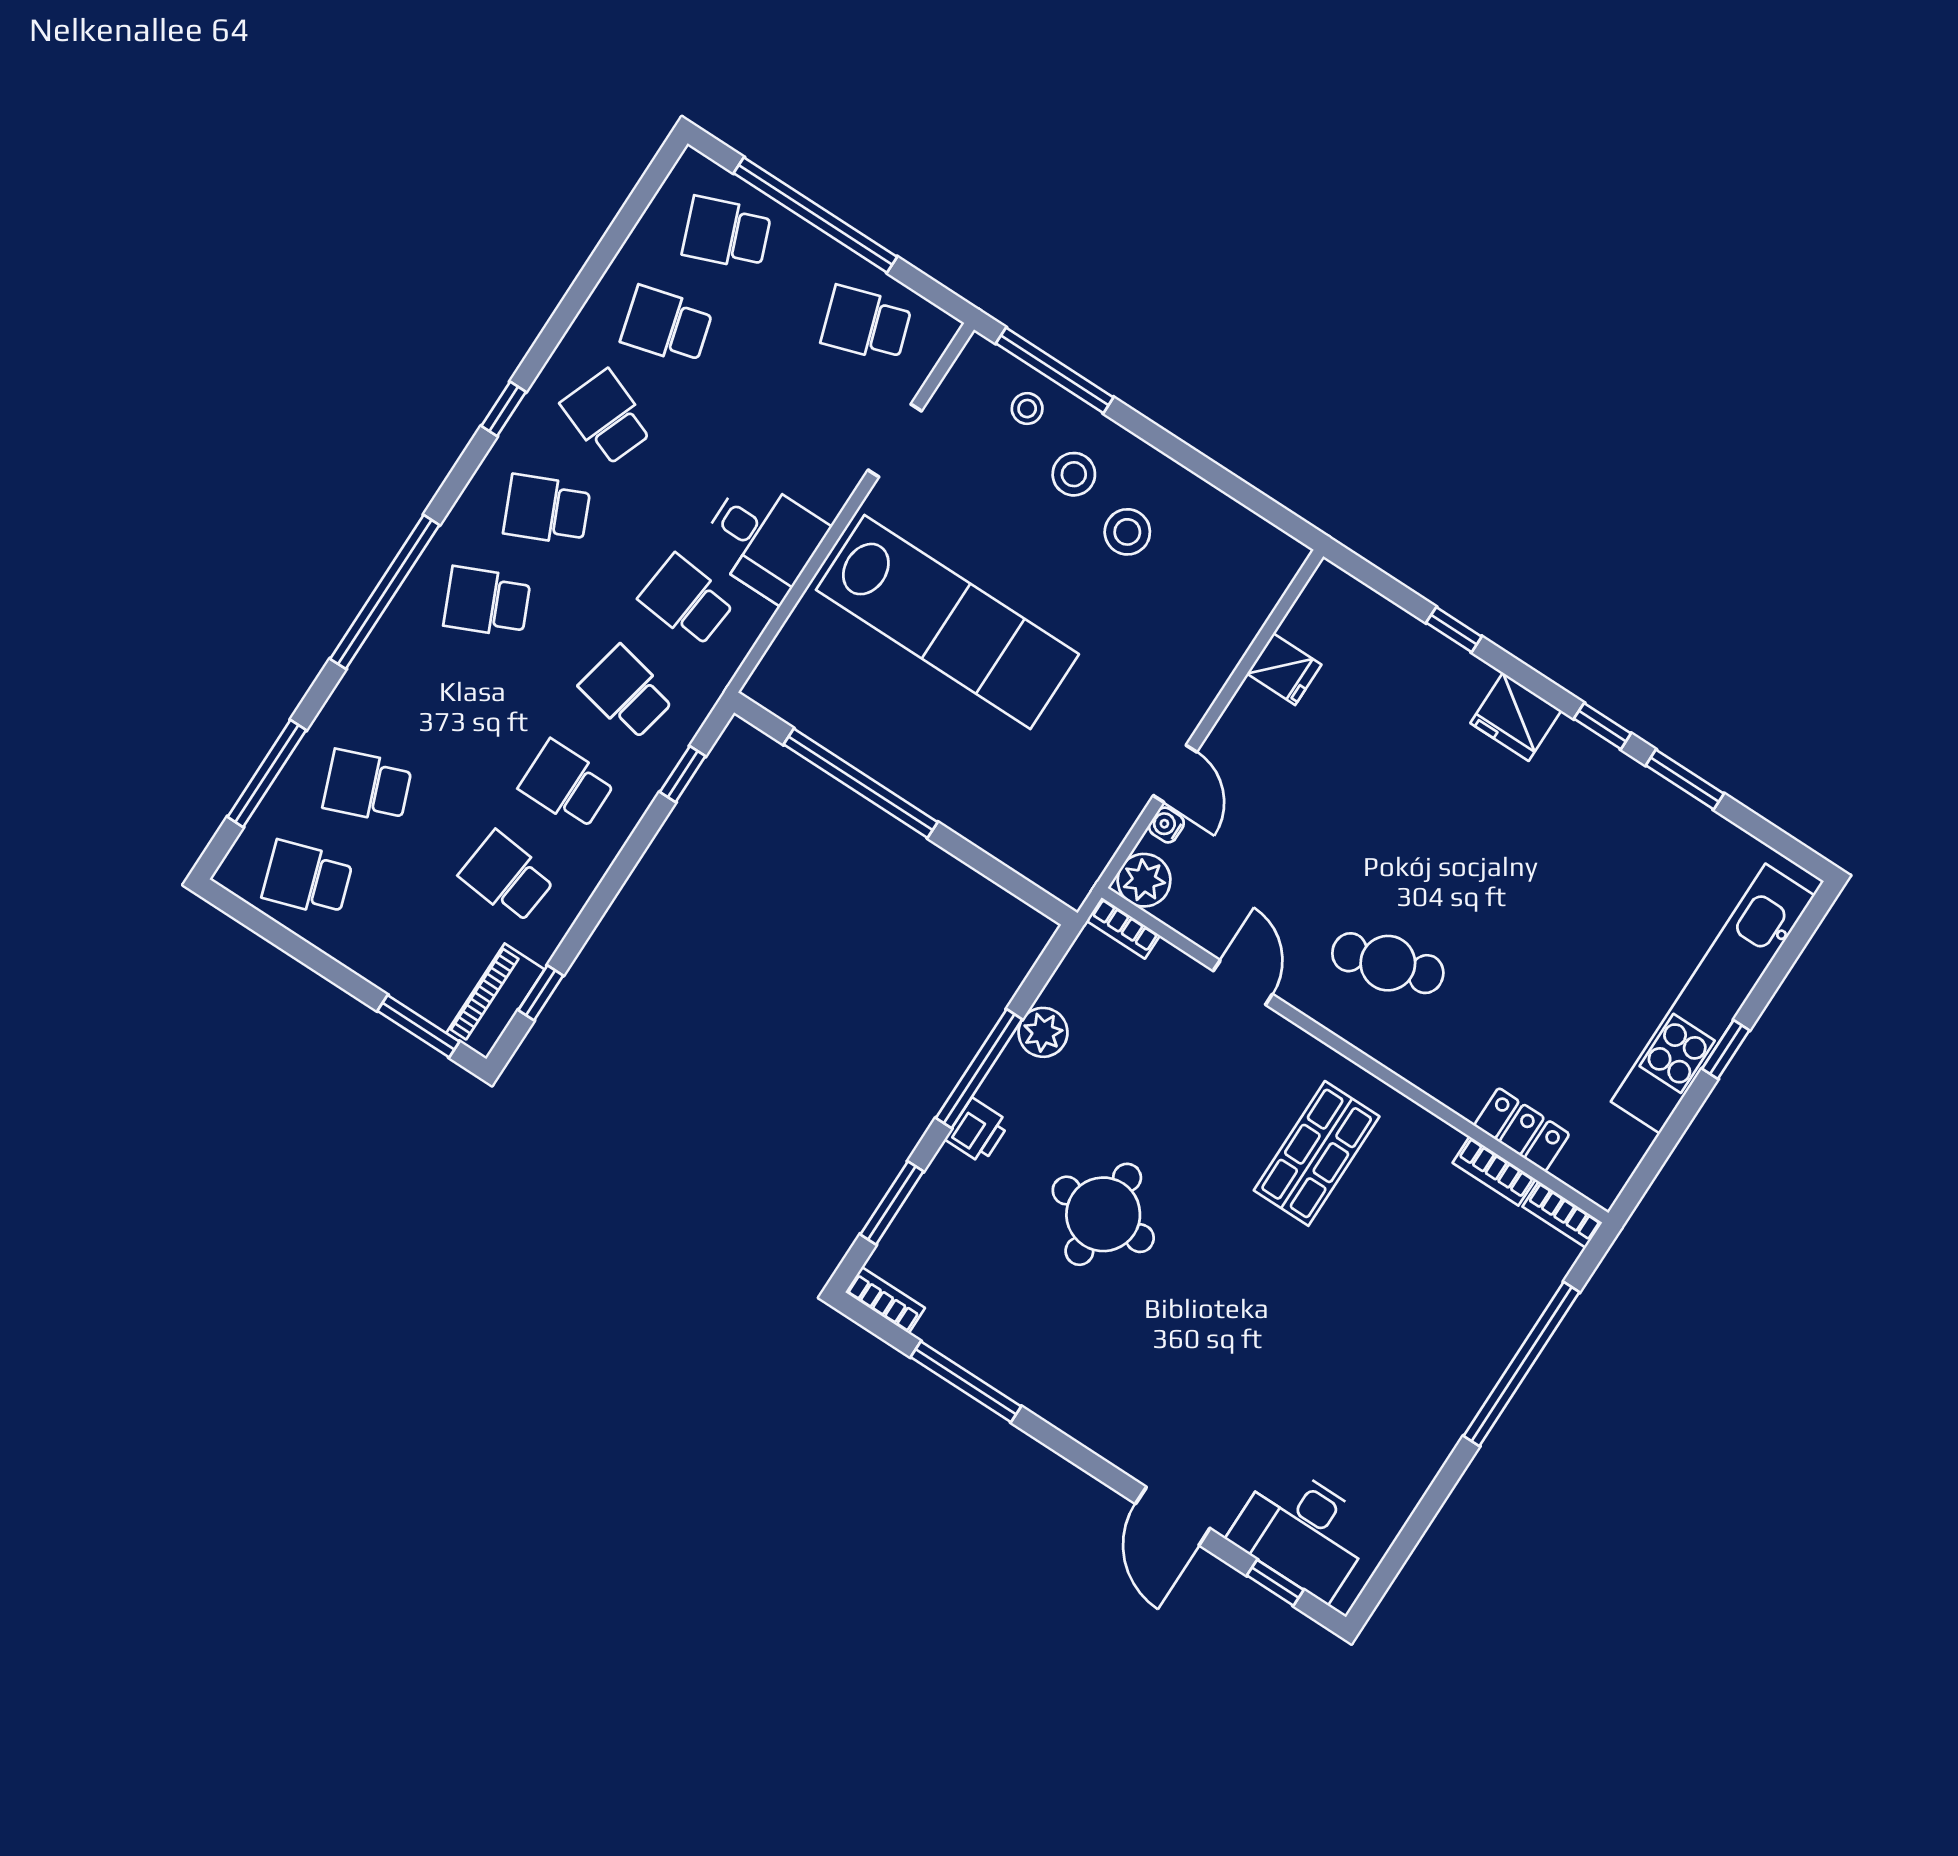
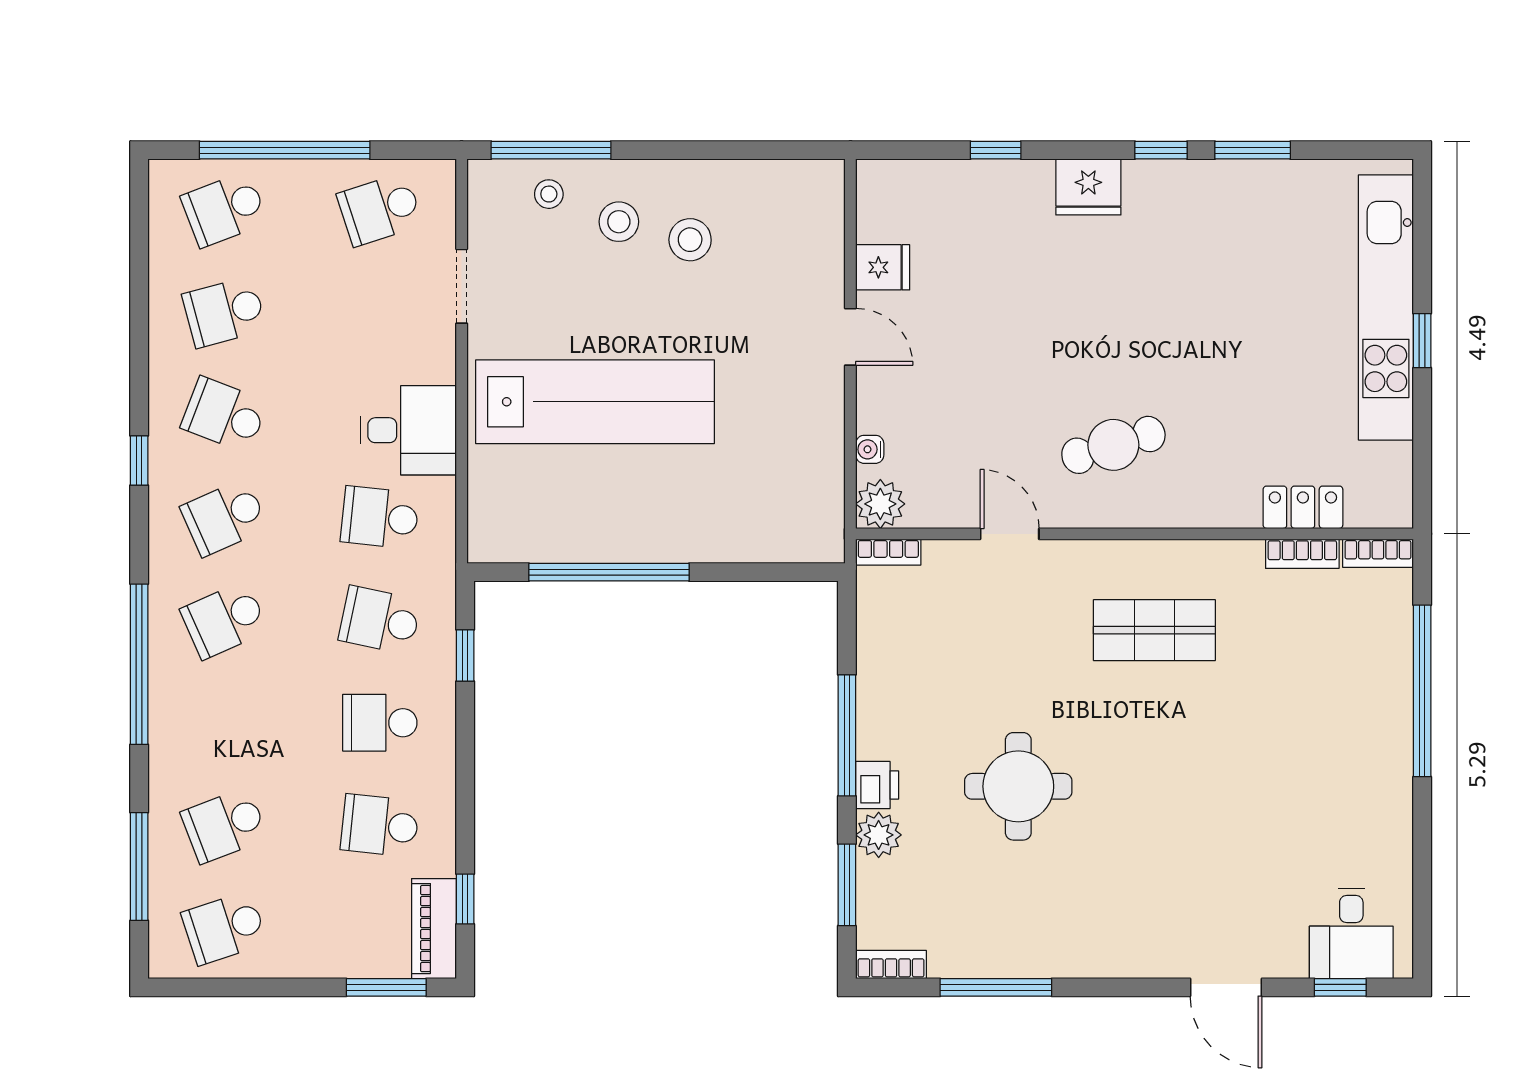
door: (1175, 774) -> (850, 337), moved
plant: (1043, 1032) -> (879, 835), moved
shop shelf: (1317, 1153) -> (1154, 630), turned 90
desk: (1303, 1532) -> (1351, 933), width x0.73

